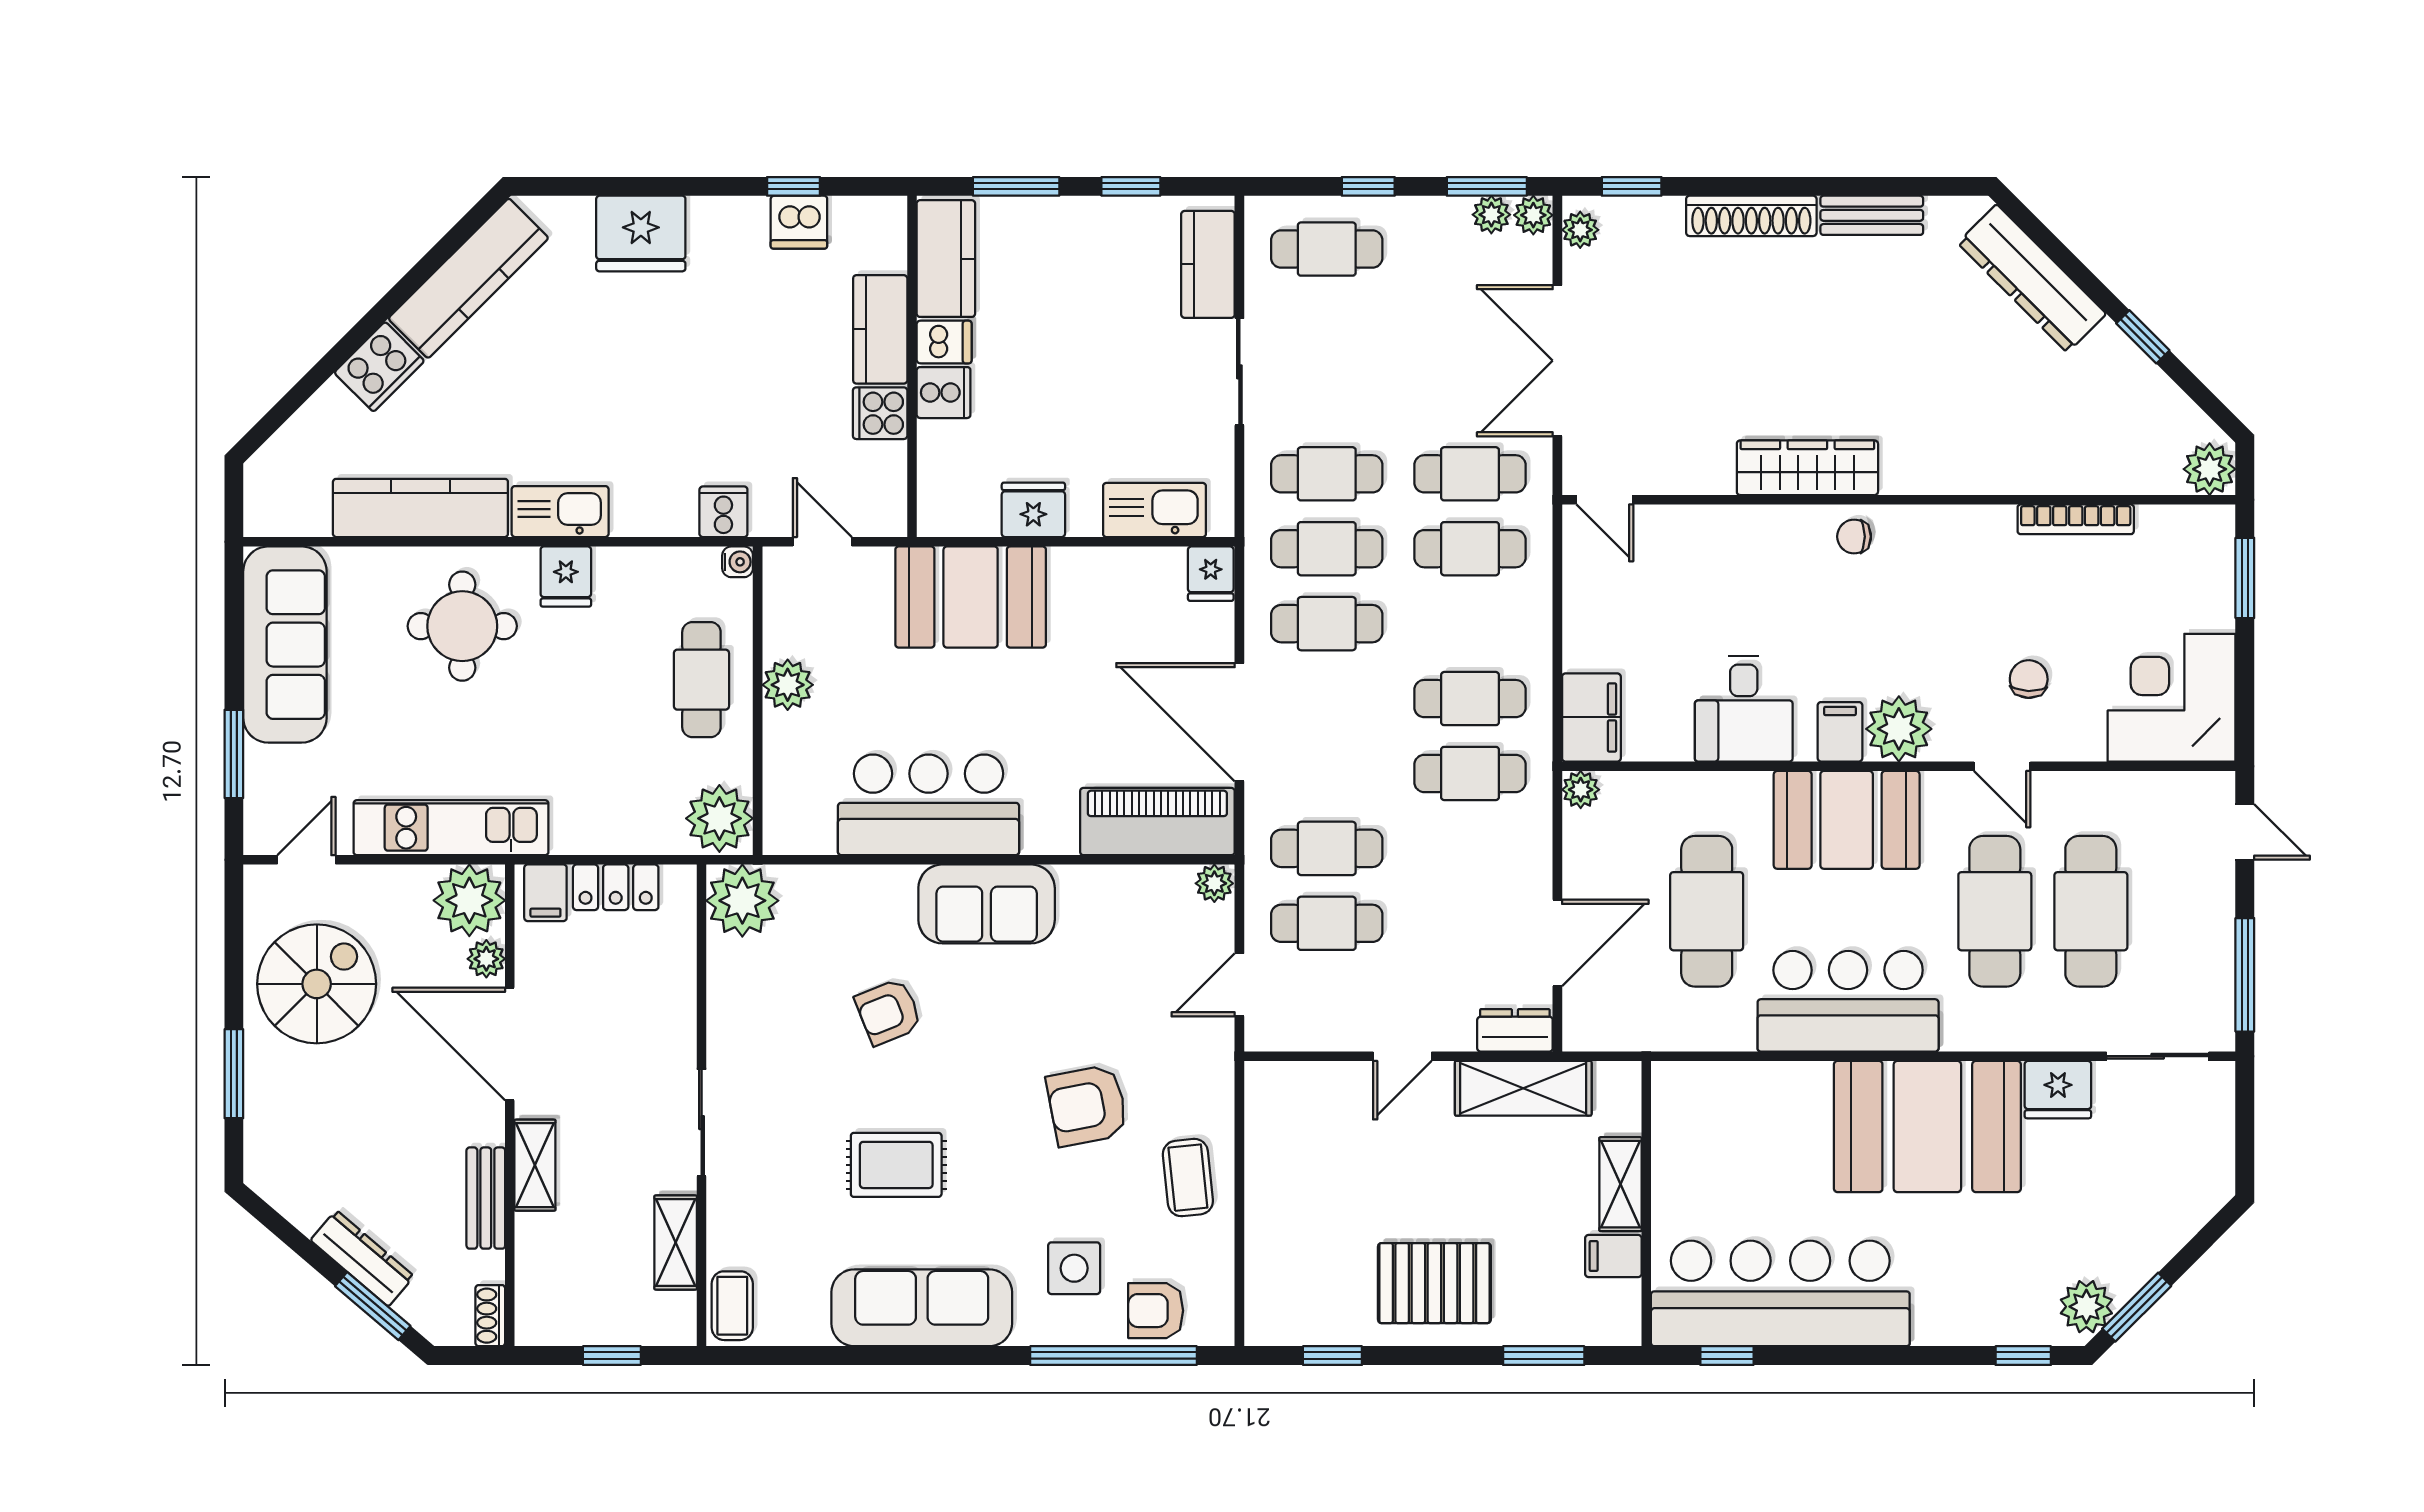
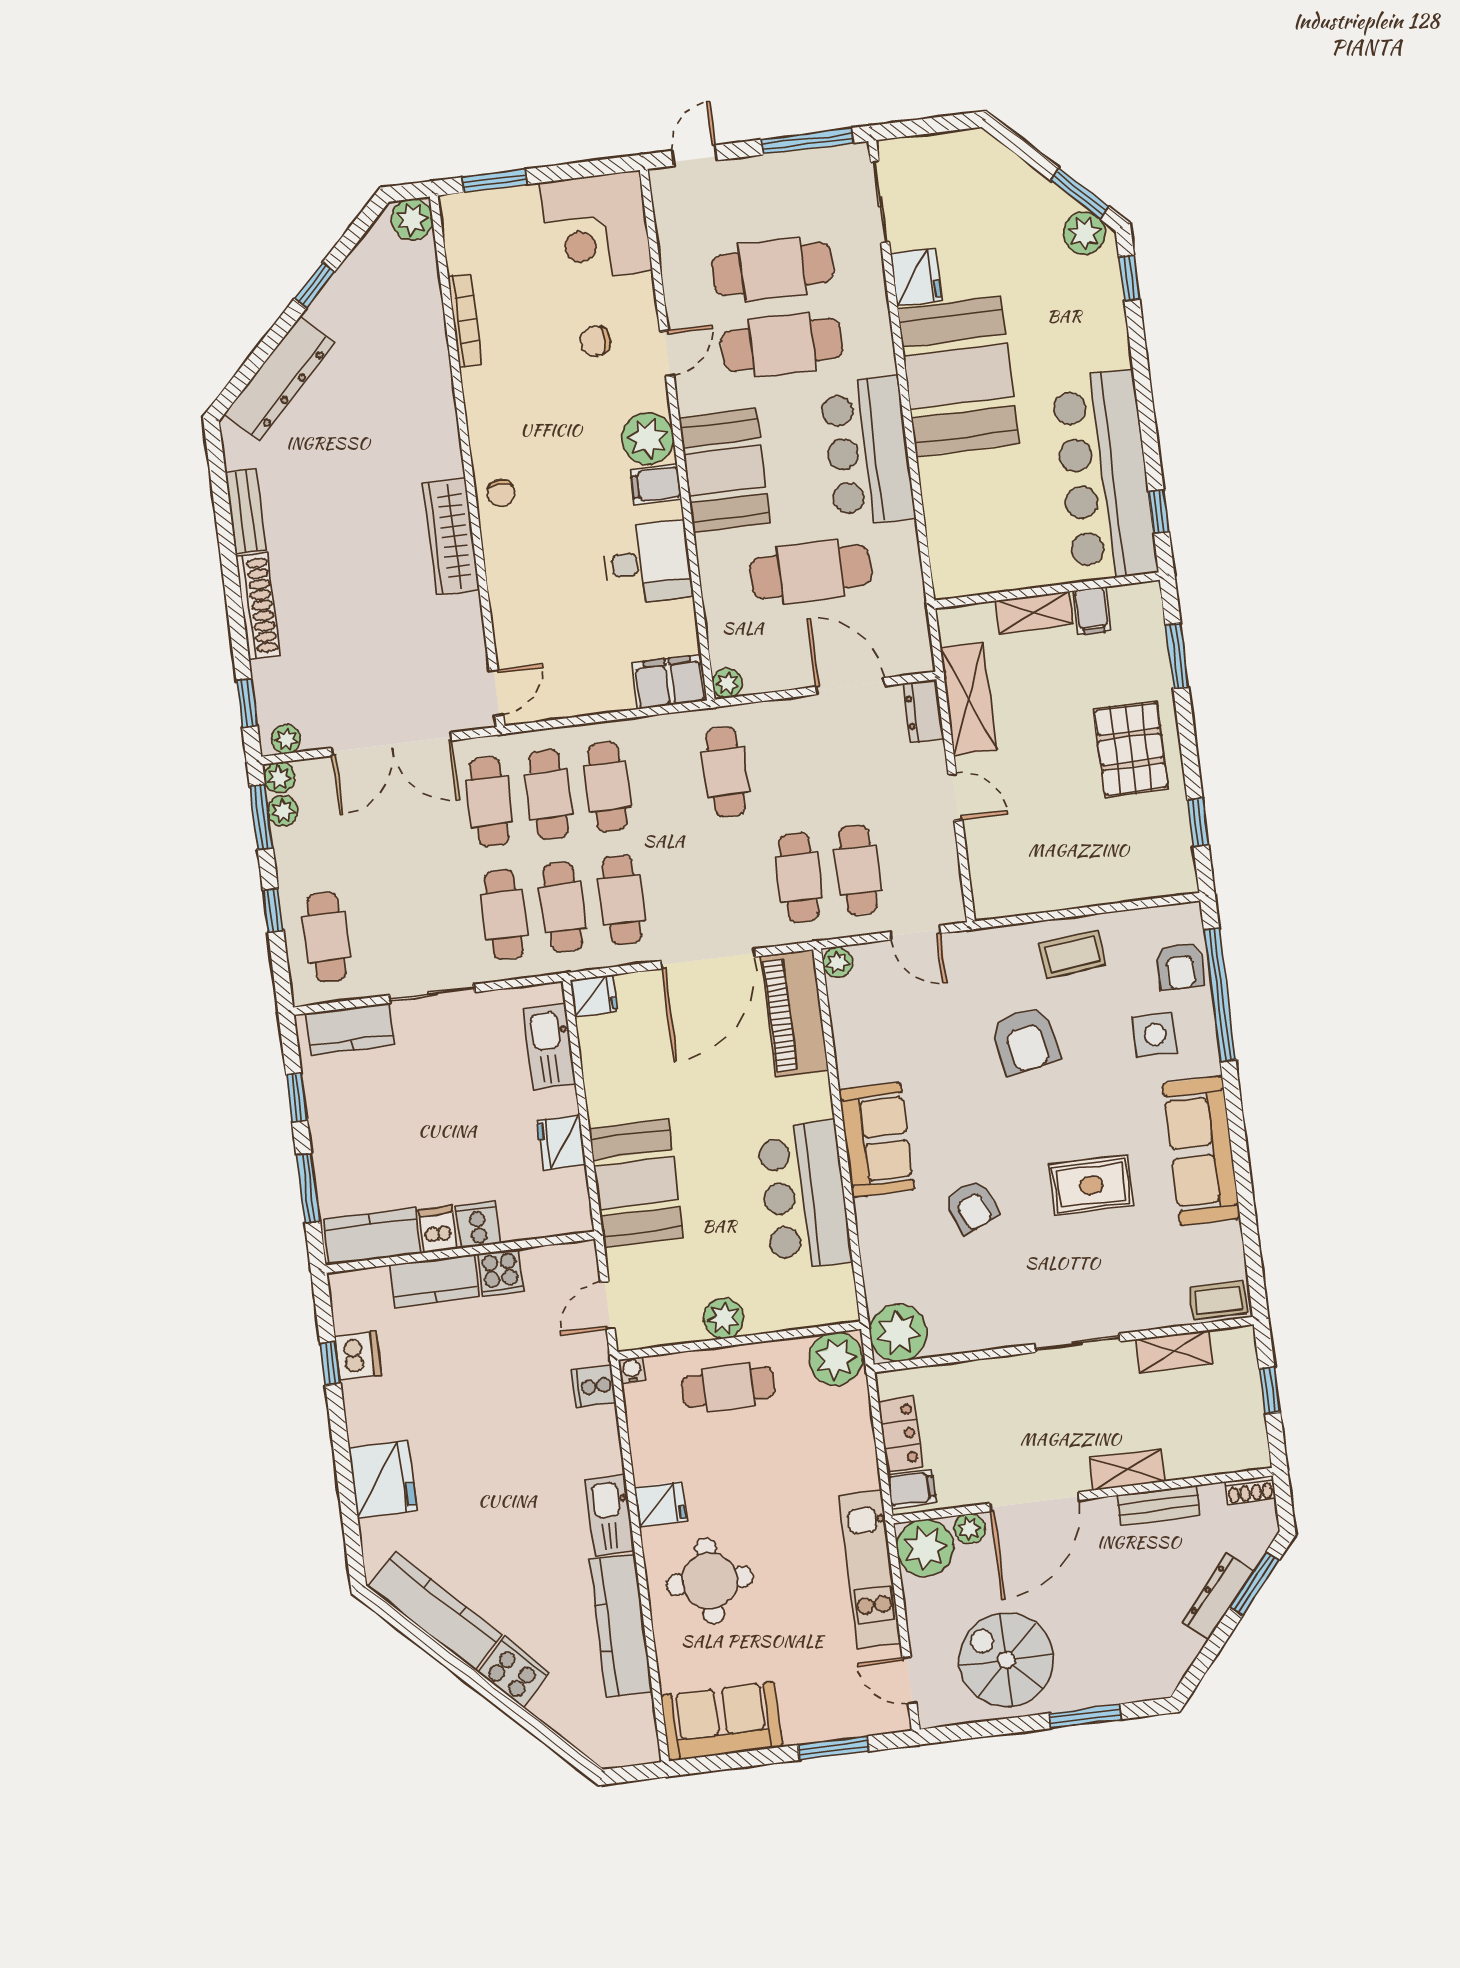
sofa: (285, 645) -> (722, 1721), width x0.73
cafe table: (1470, 699) -> (608, 787), moved
rug: (896, 1165) -> (1091, 1185), turned 90

